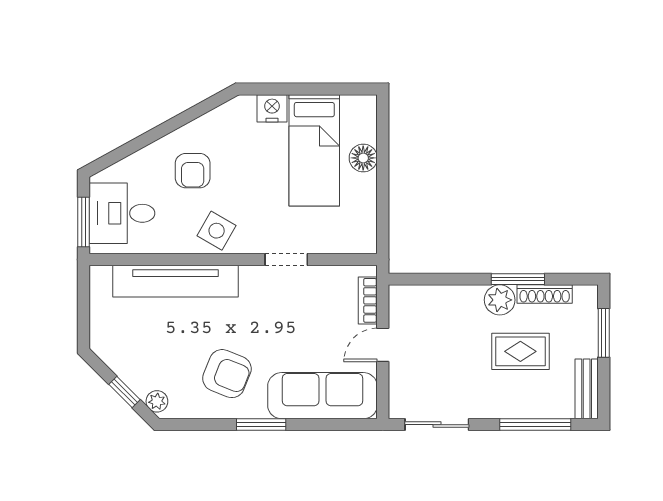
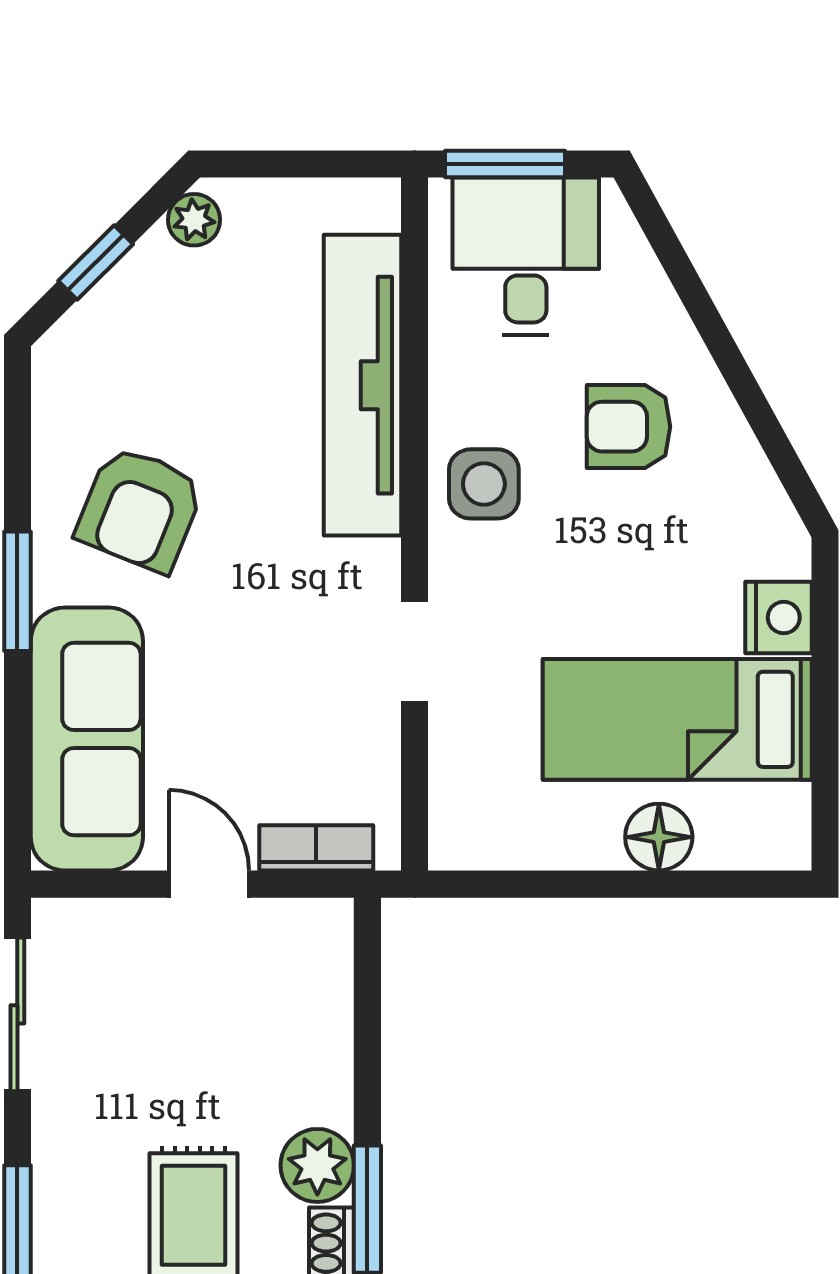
side table: (217, 231) -> (484, 484), turned -30
plant: (157, 401) -> (194, 220), moved

